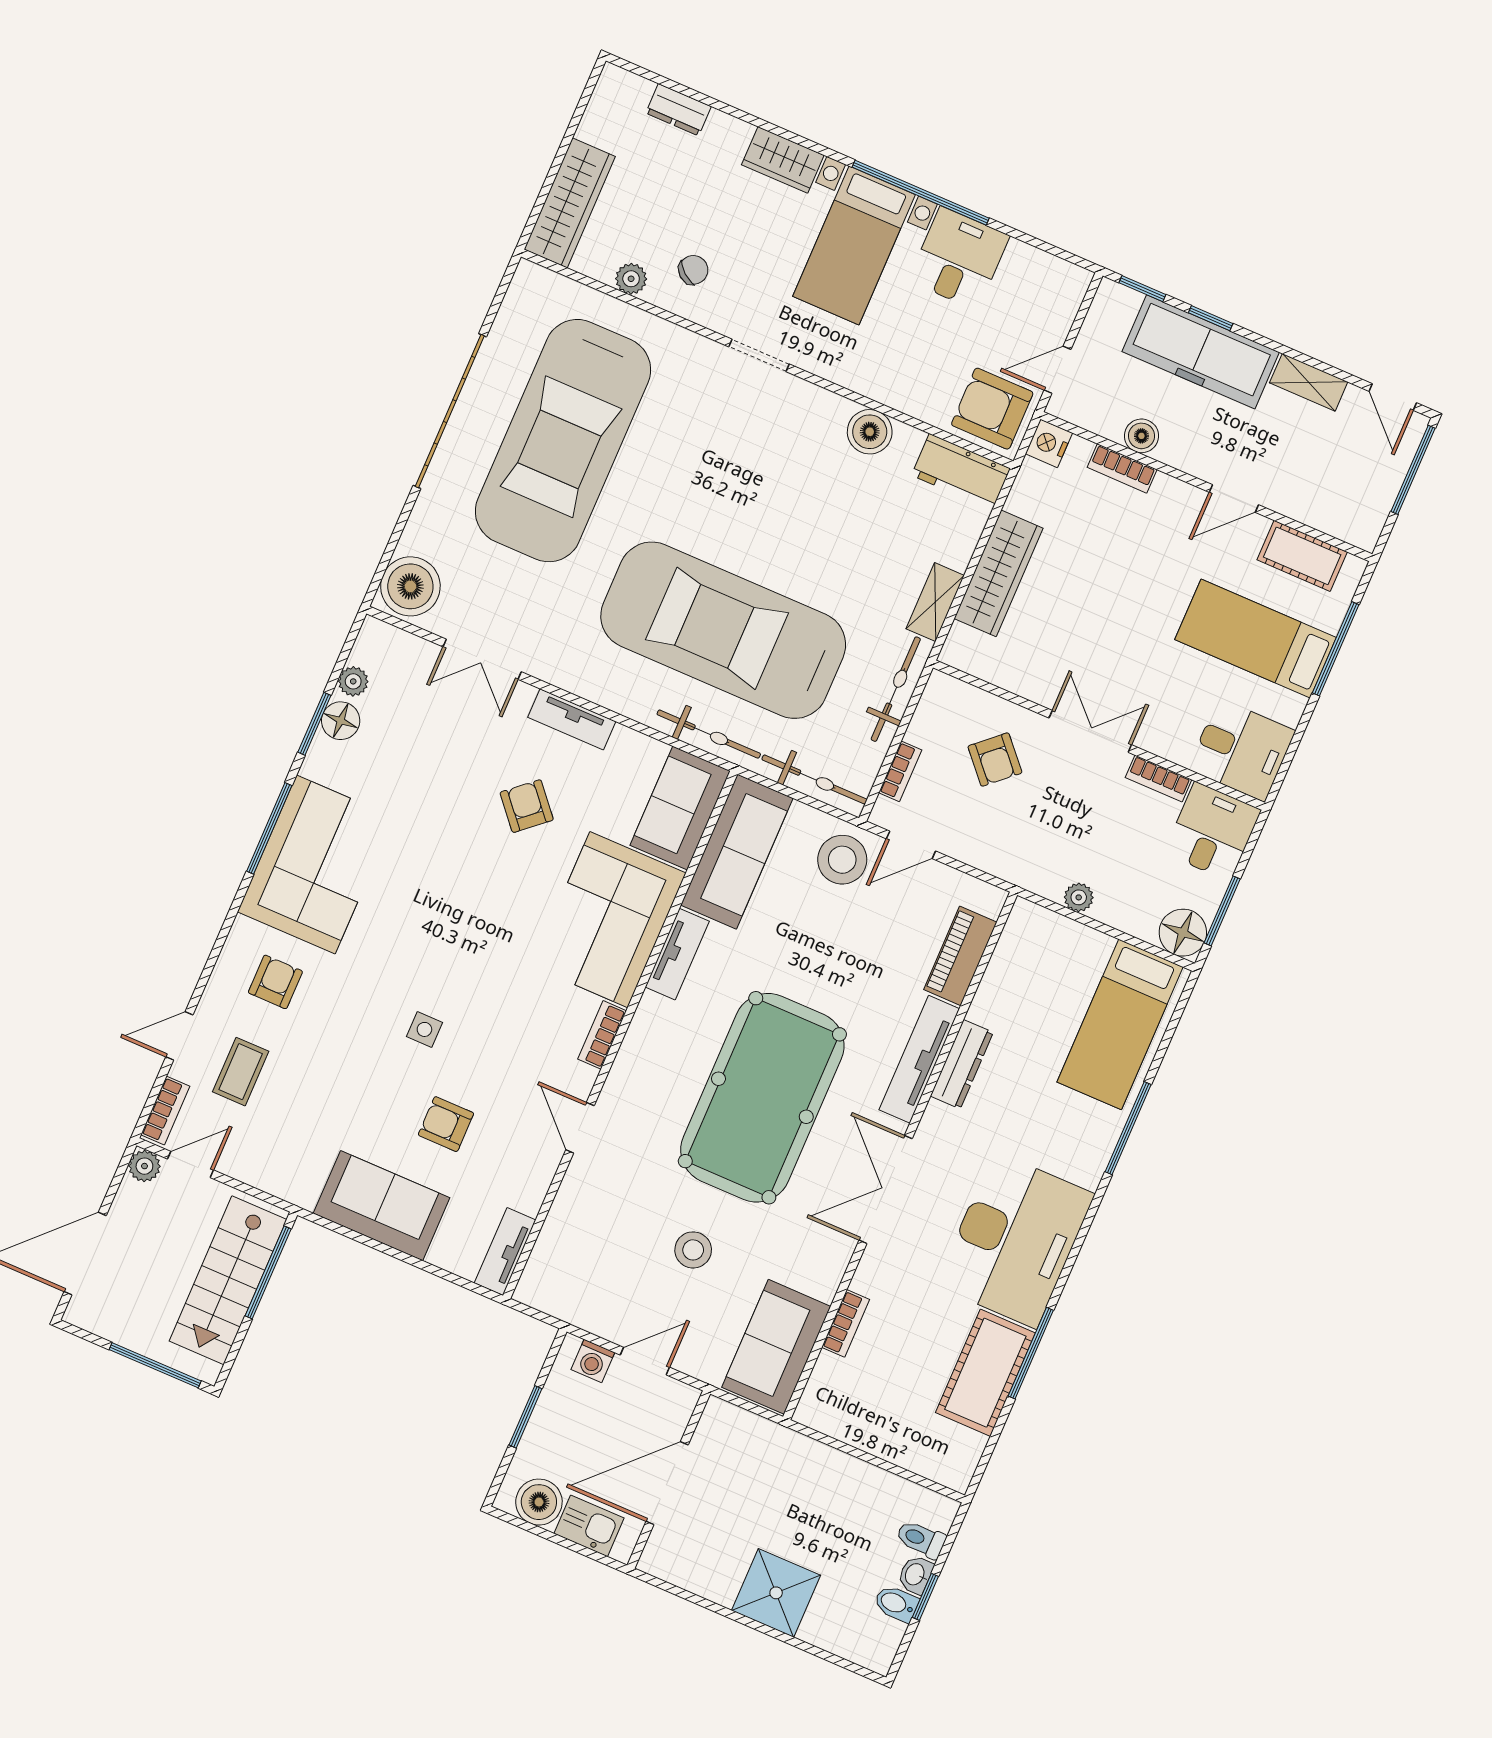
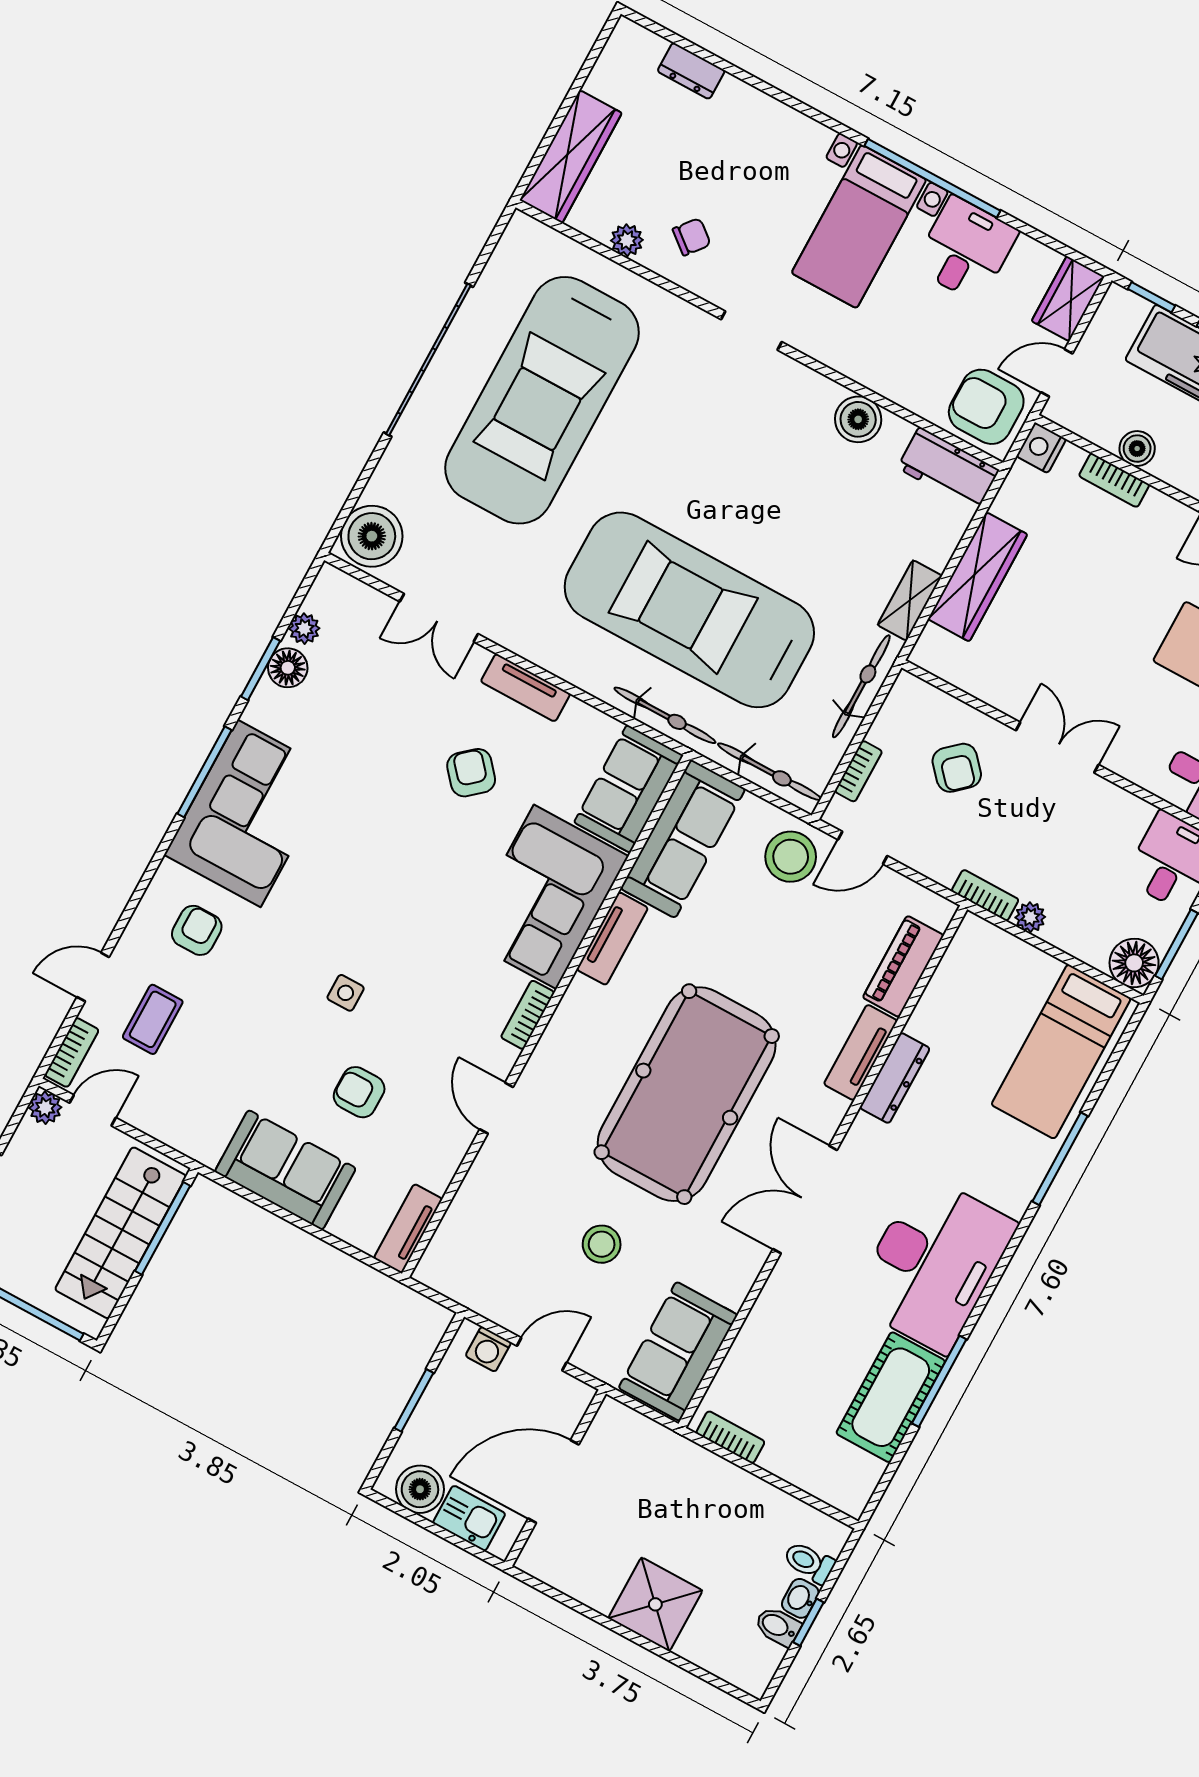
wardrobe: (783, 160) -> (1068, 299), moved, turned 90
bookcase: (1159, 779) -> (985, 895), moved, turned 180
tv unit: (919, 1059) -> (861, 1052), width x0.71
bookcase: (846, 1323) -> (730, 1437), moved, turned -90

